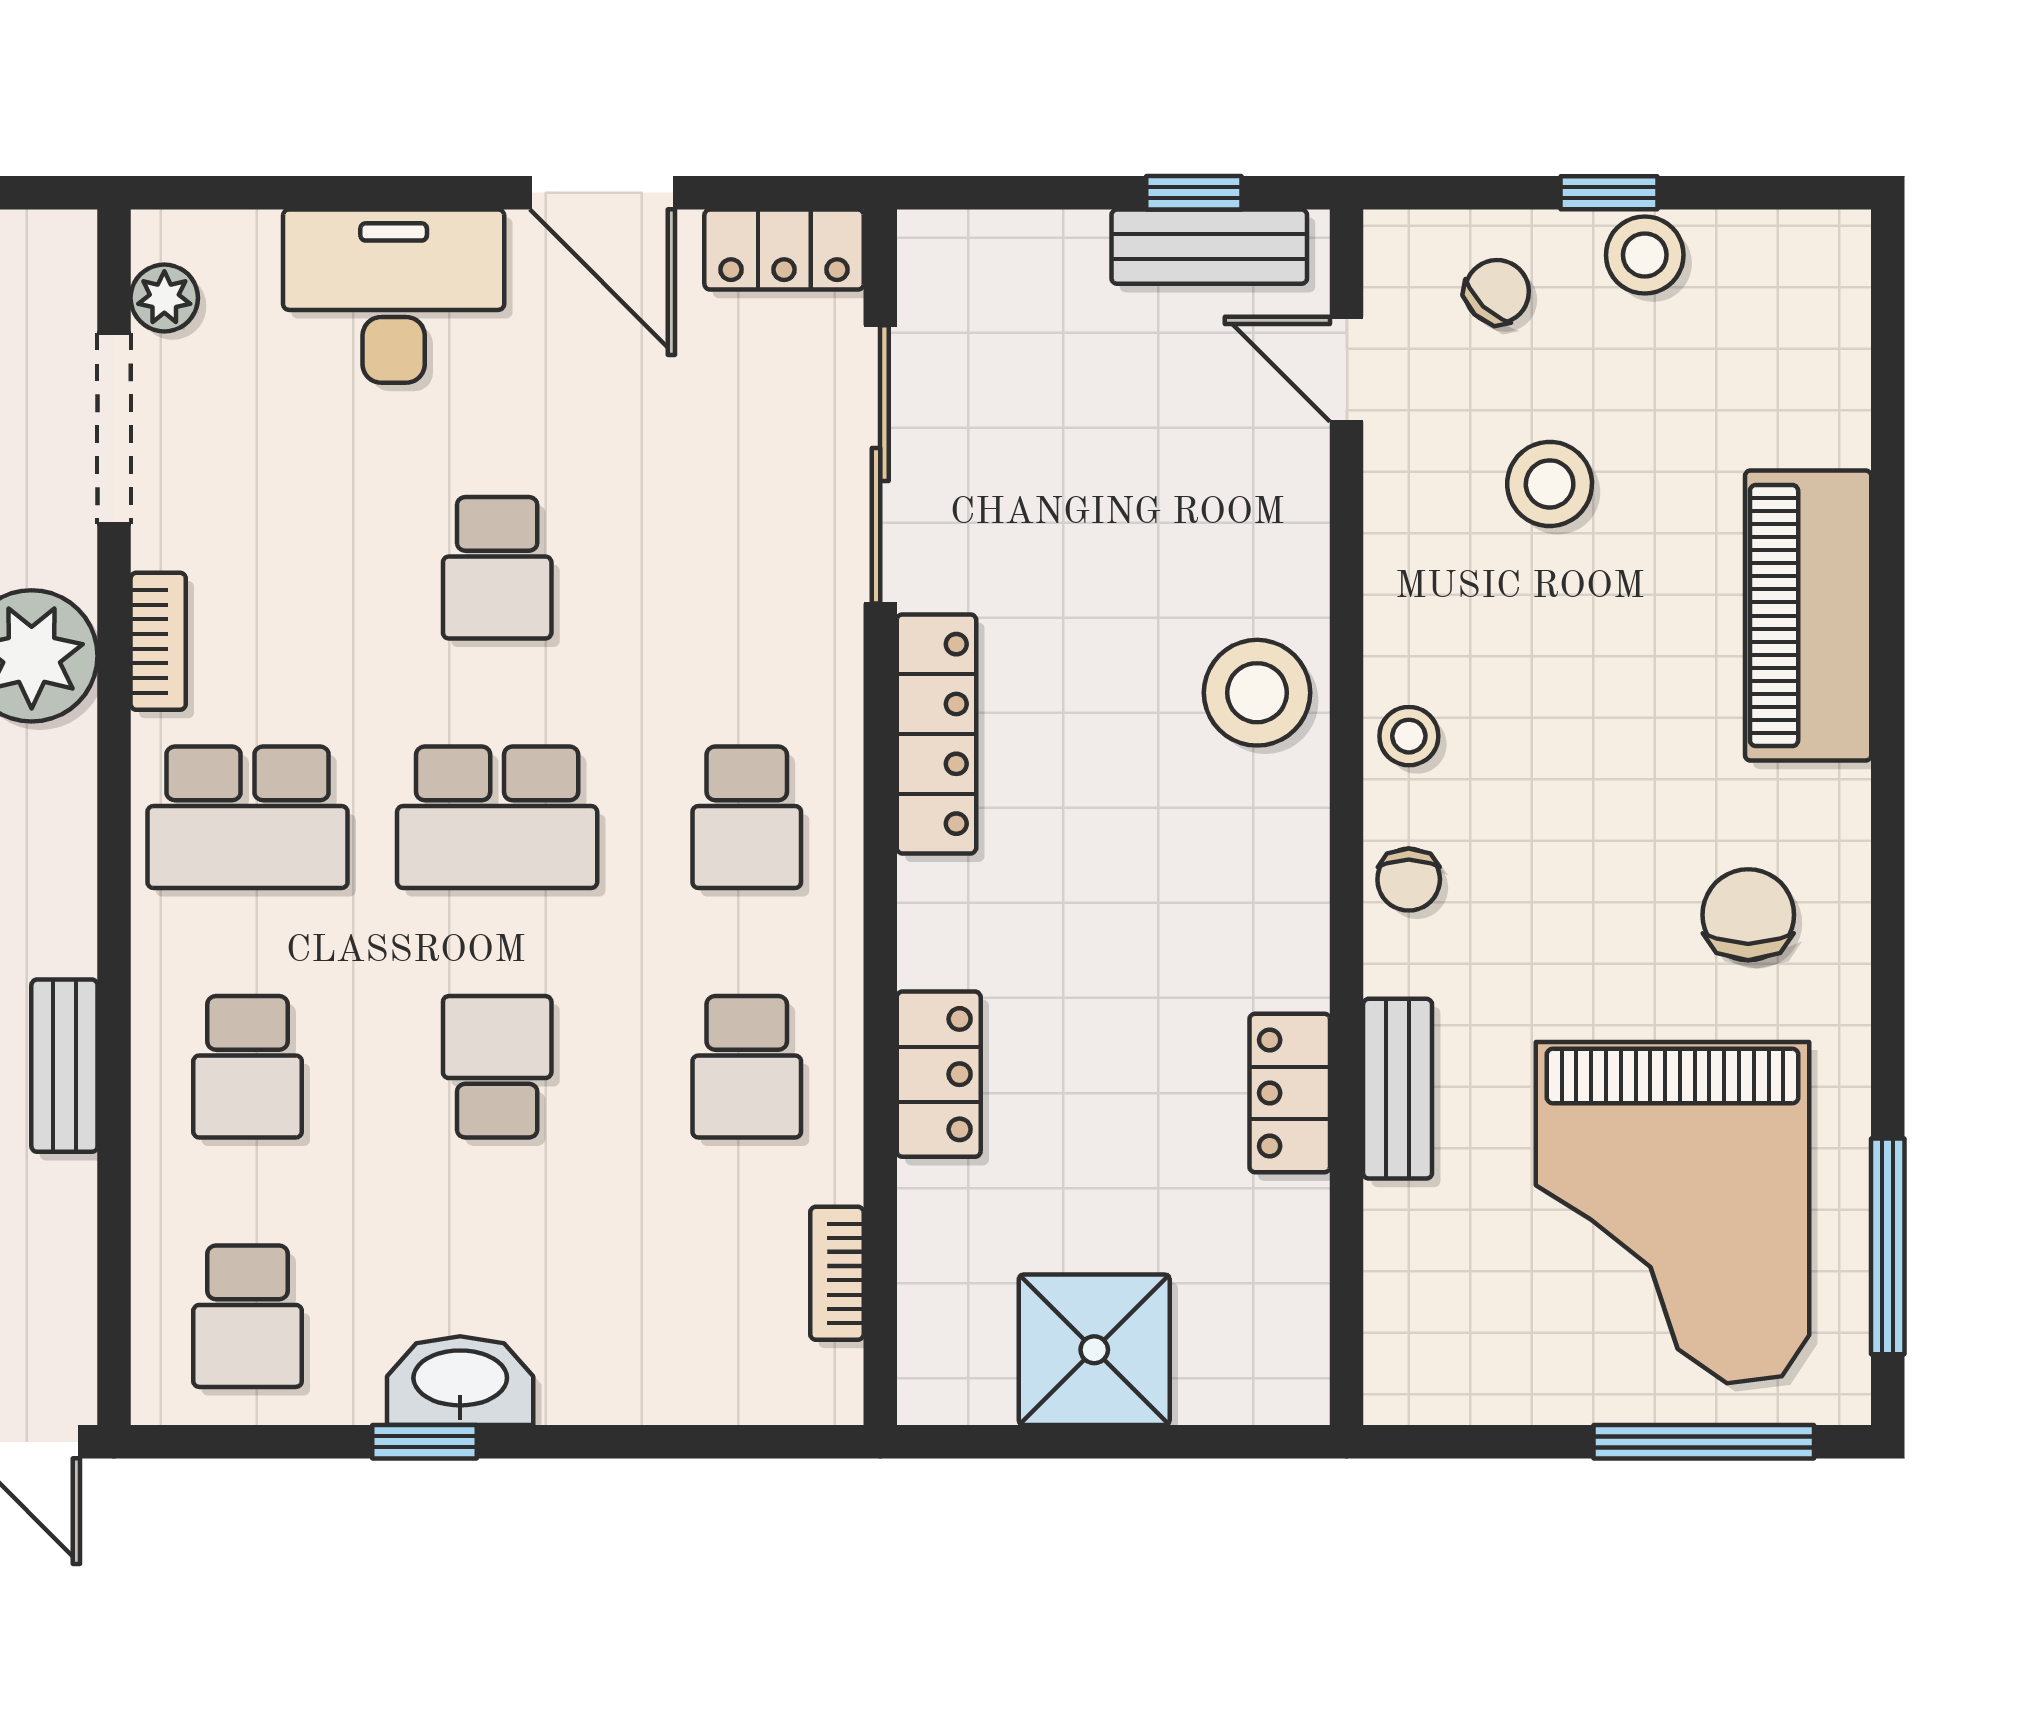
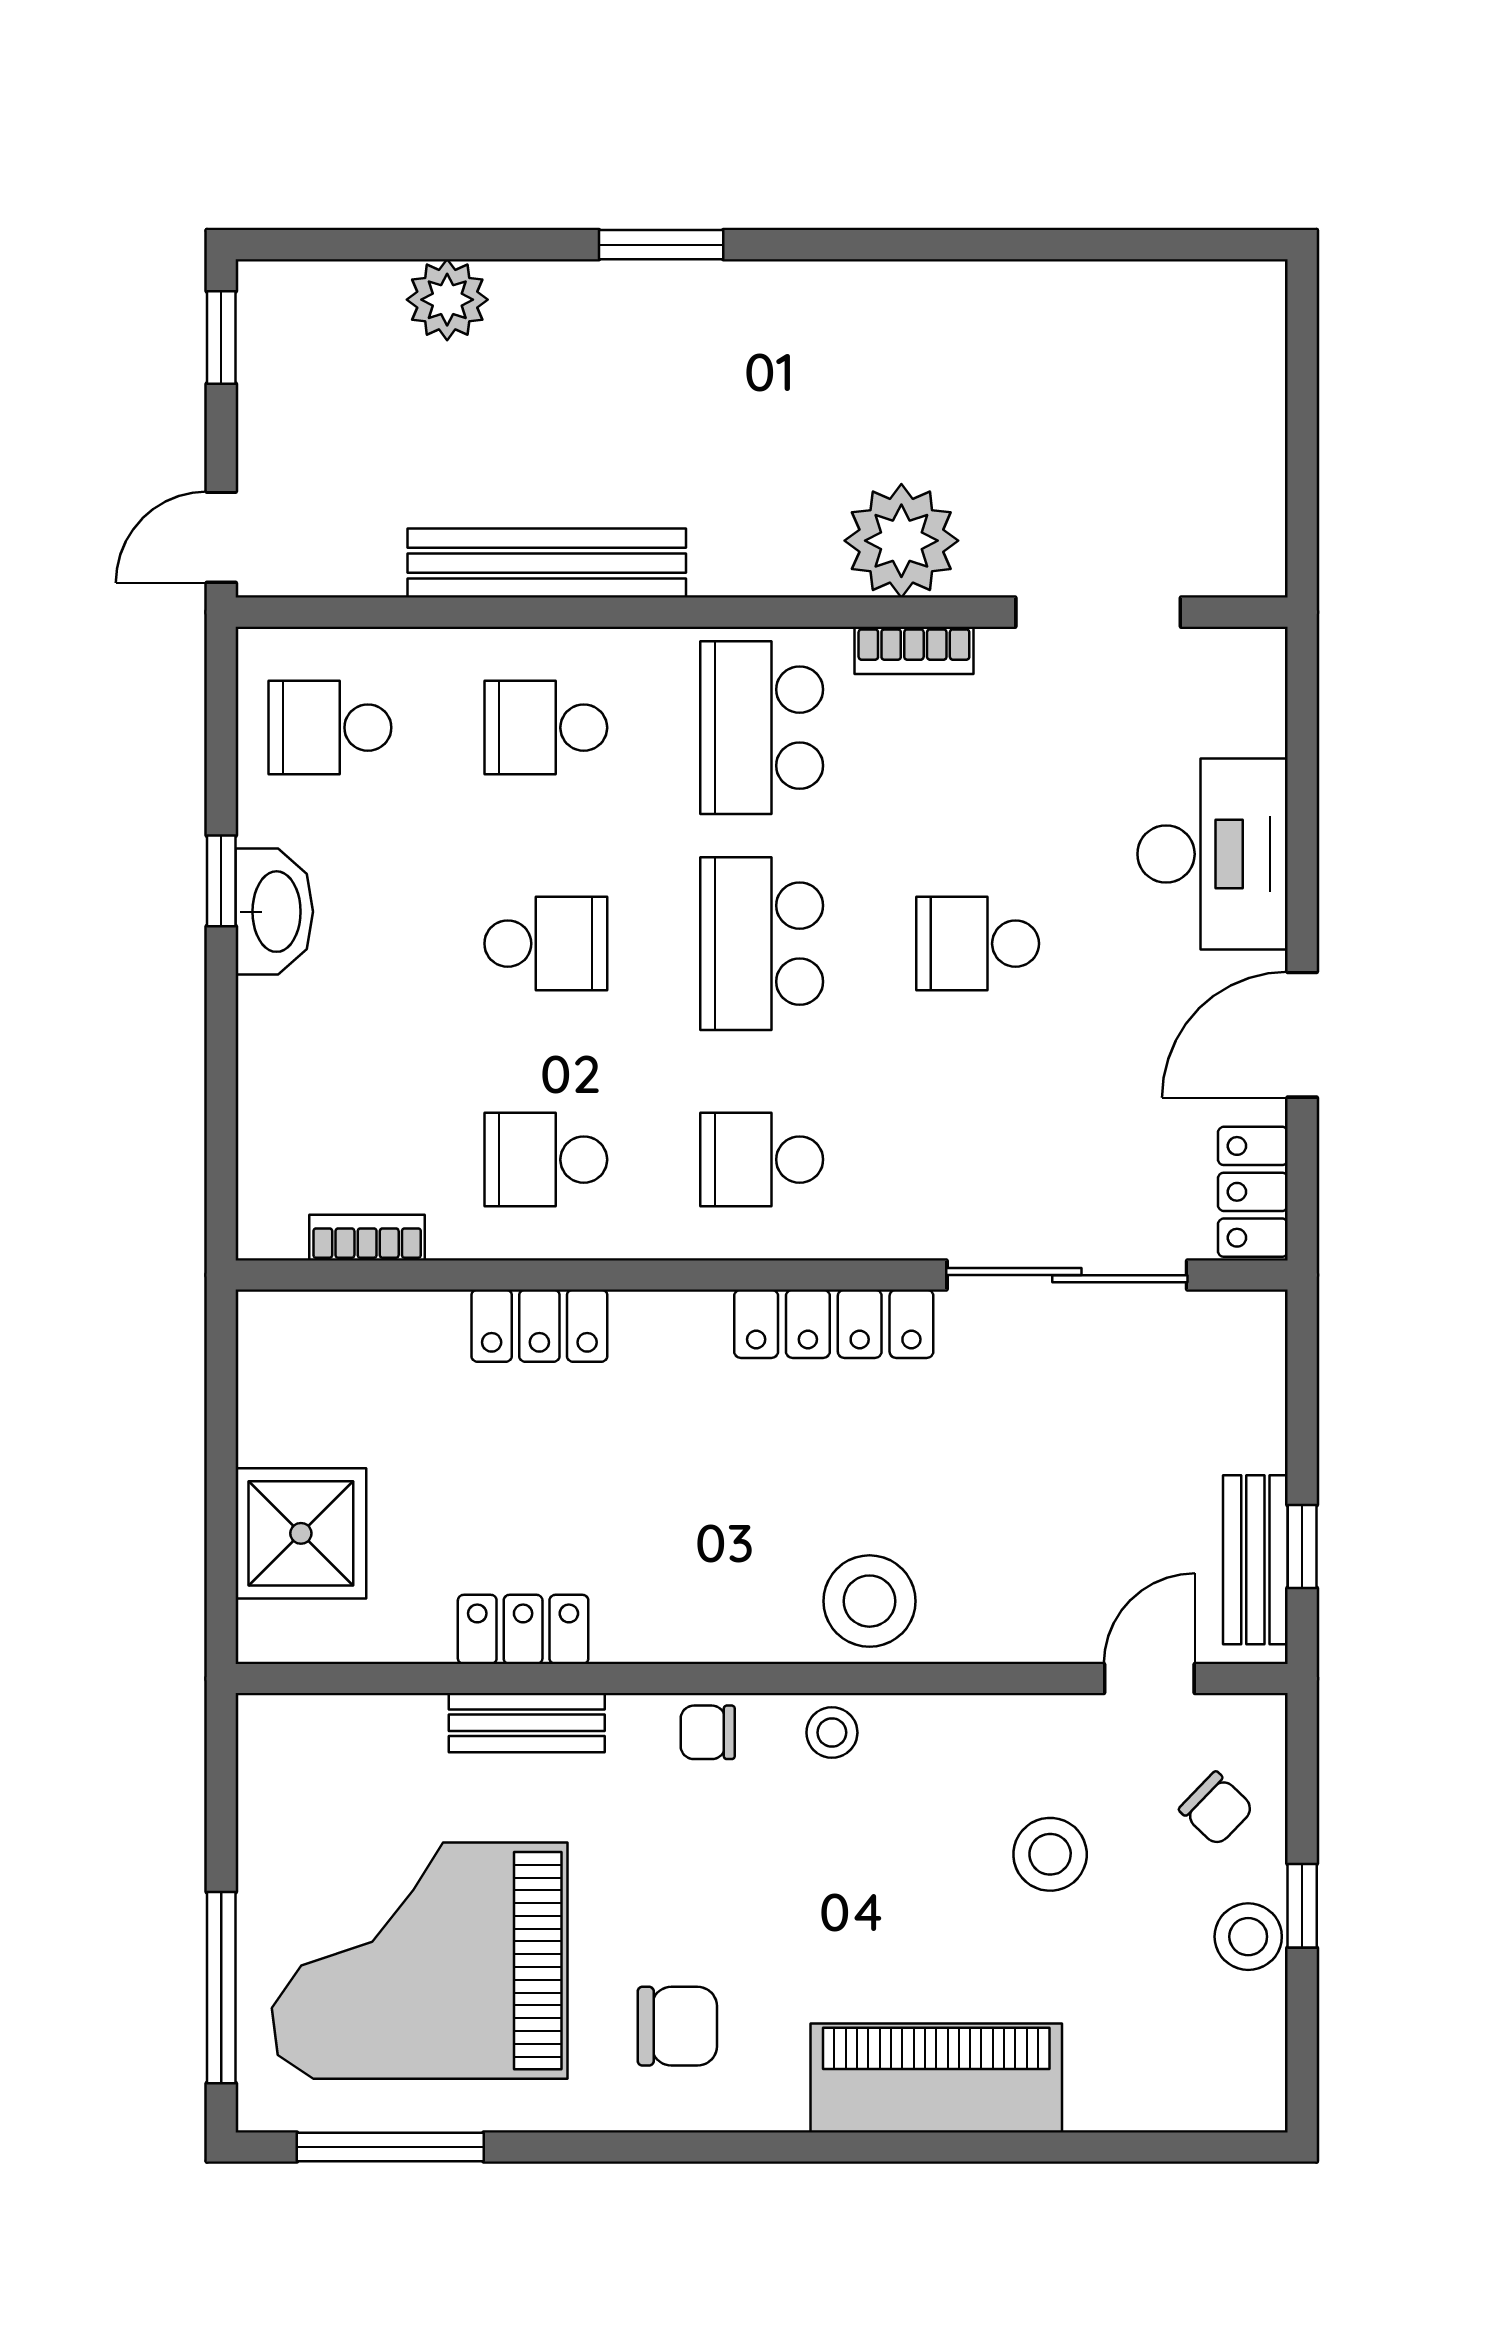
plant: (164, 298) -> (1211, 656), removed
bench: (64, 1066) -> (547, 563), width x1.86, depth x1.21
shower: (1094, 1350) -> (301, 1533), moved

